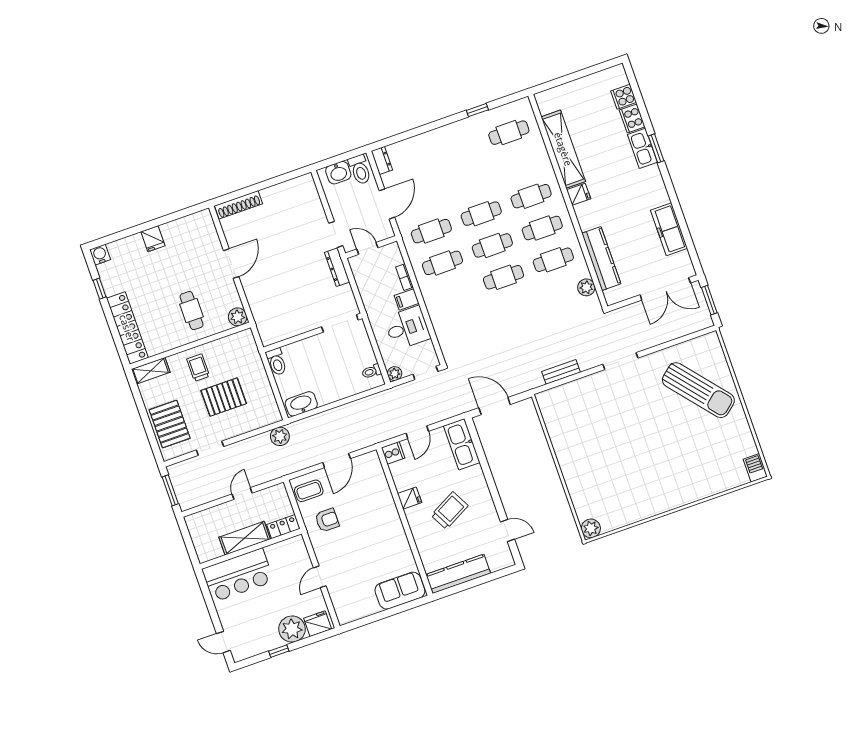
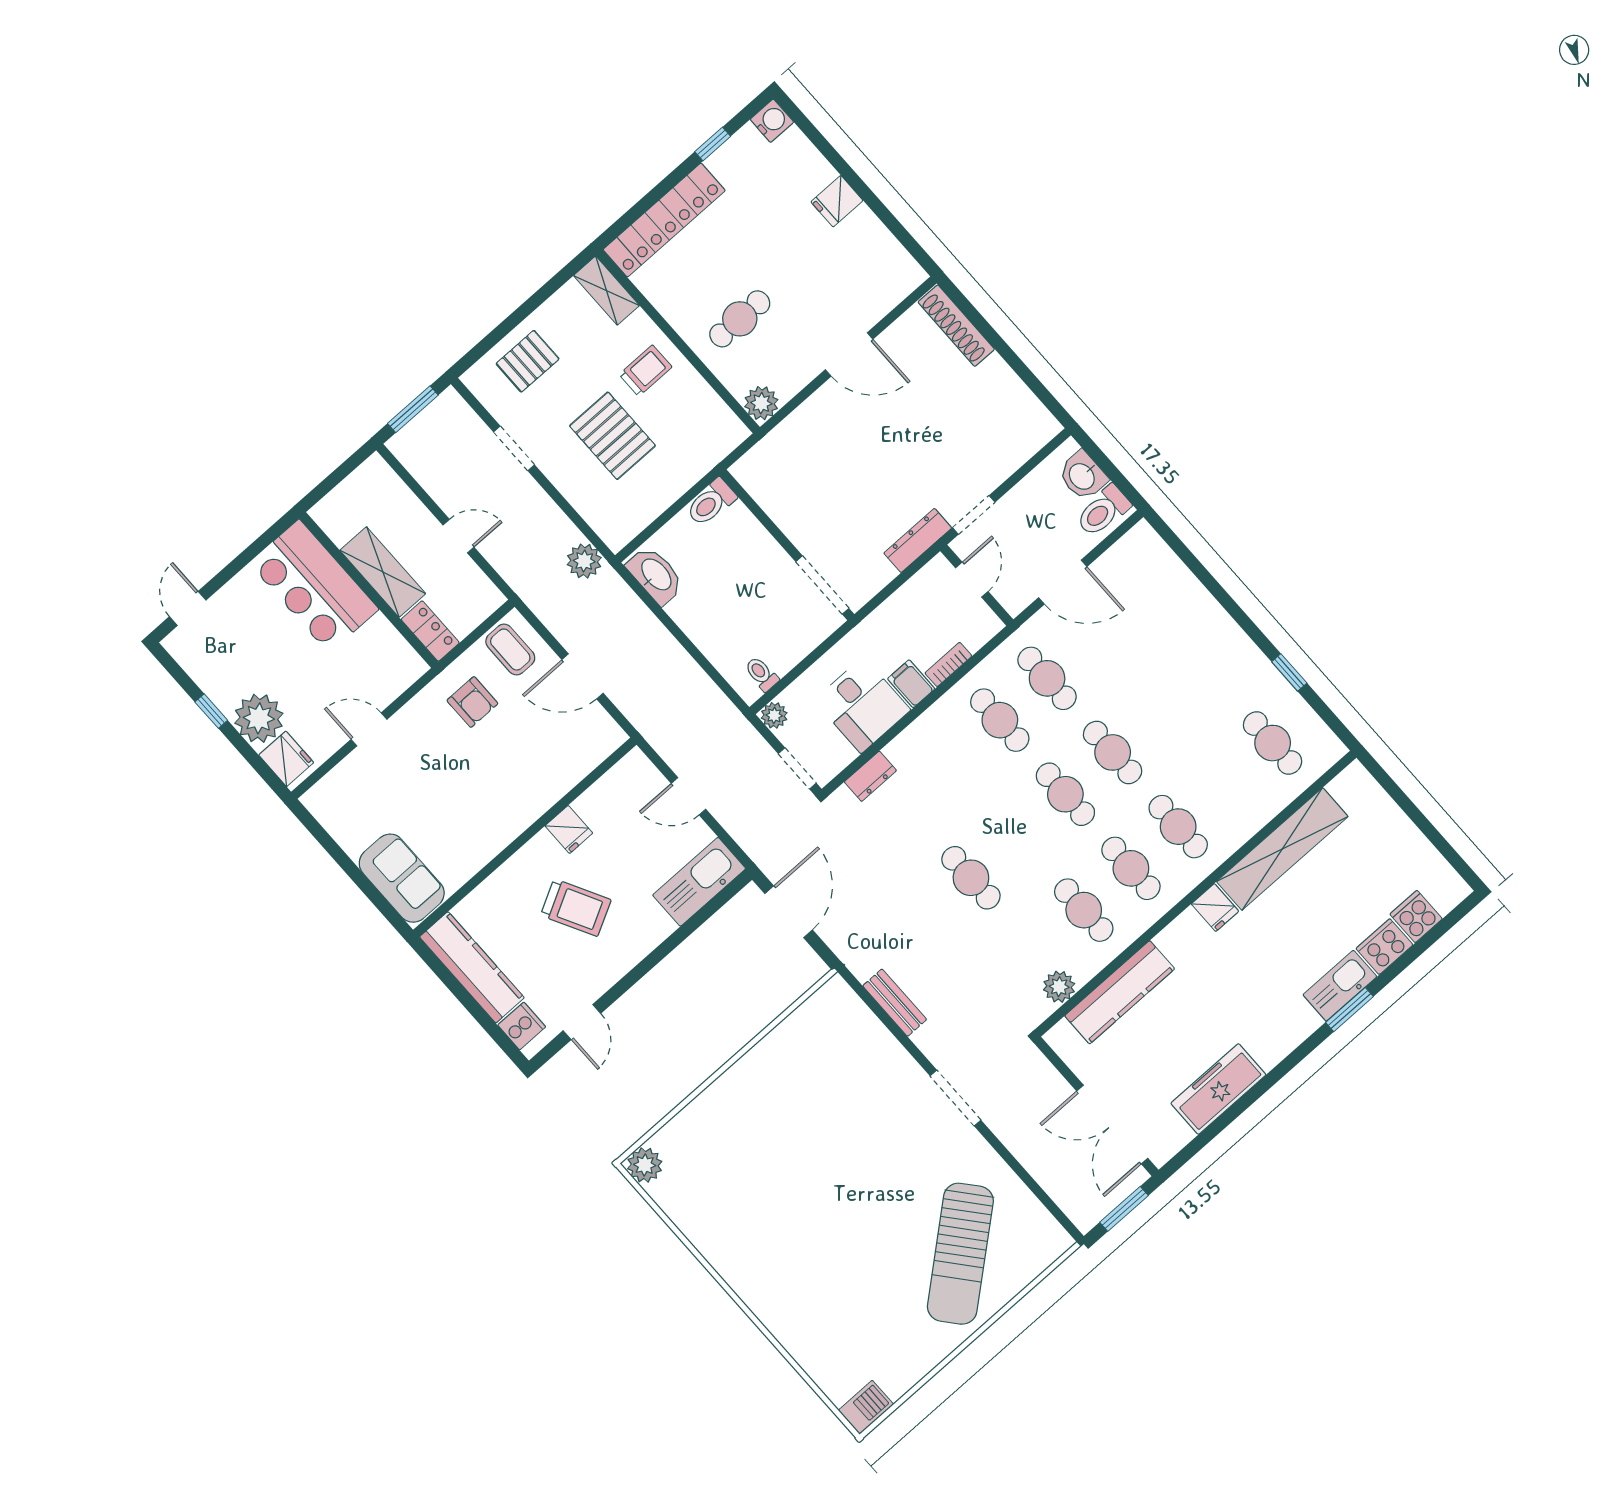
dresser: (382, 160) -> (870, 776), moved
cafe table: (503, 277) -> (971, 878), moved
pallet: (170, 424) -> (528, 361), width x0.67, depth x0.71
cooker: (393, 453) -> (522, 1026), moved, turned -90

